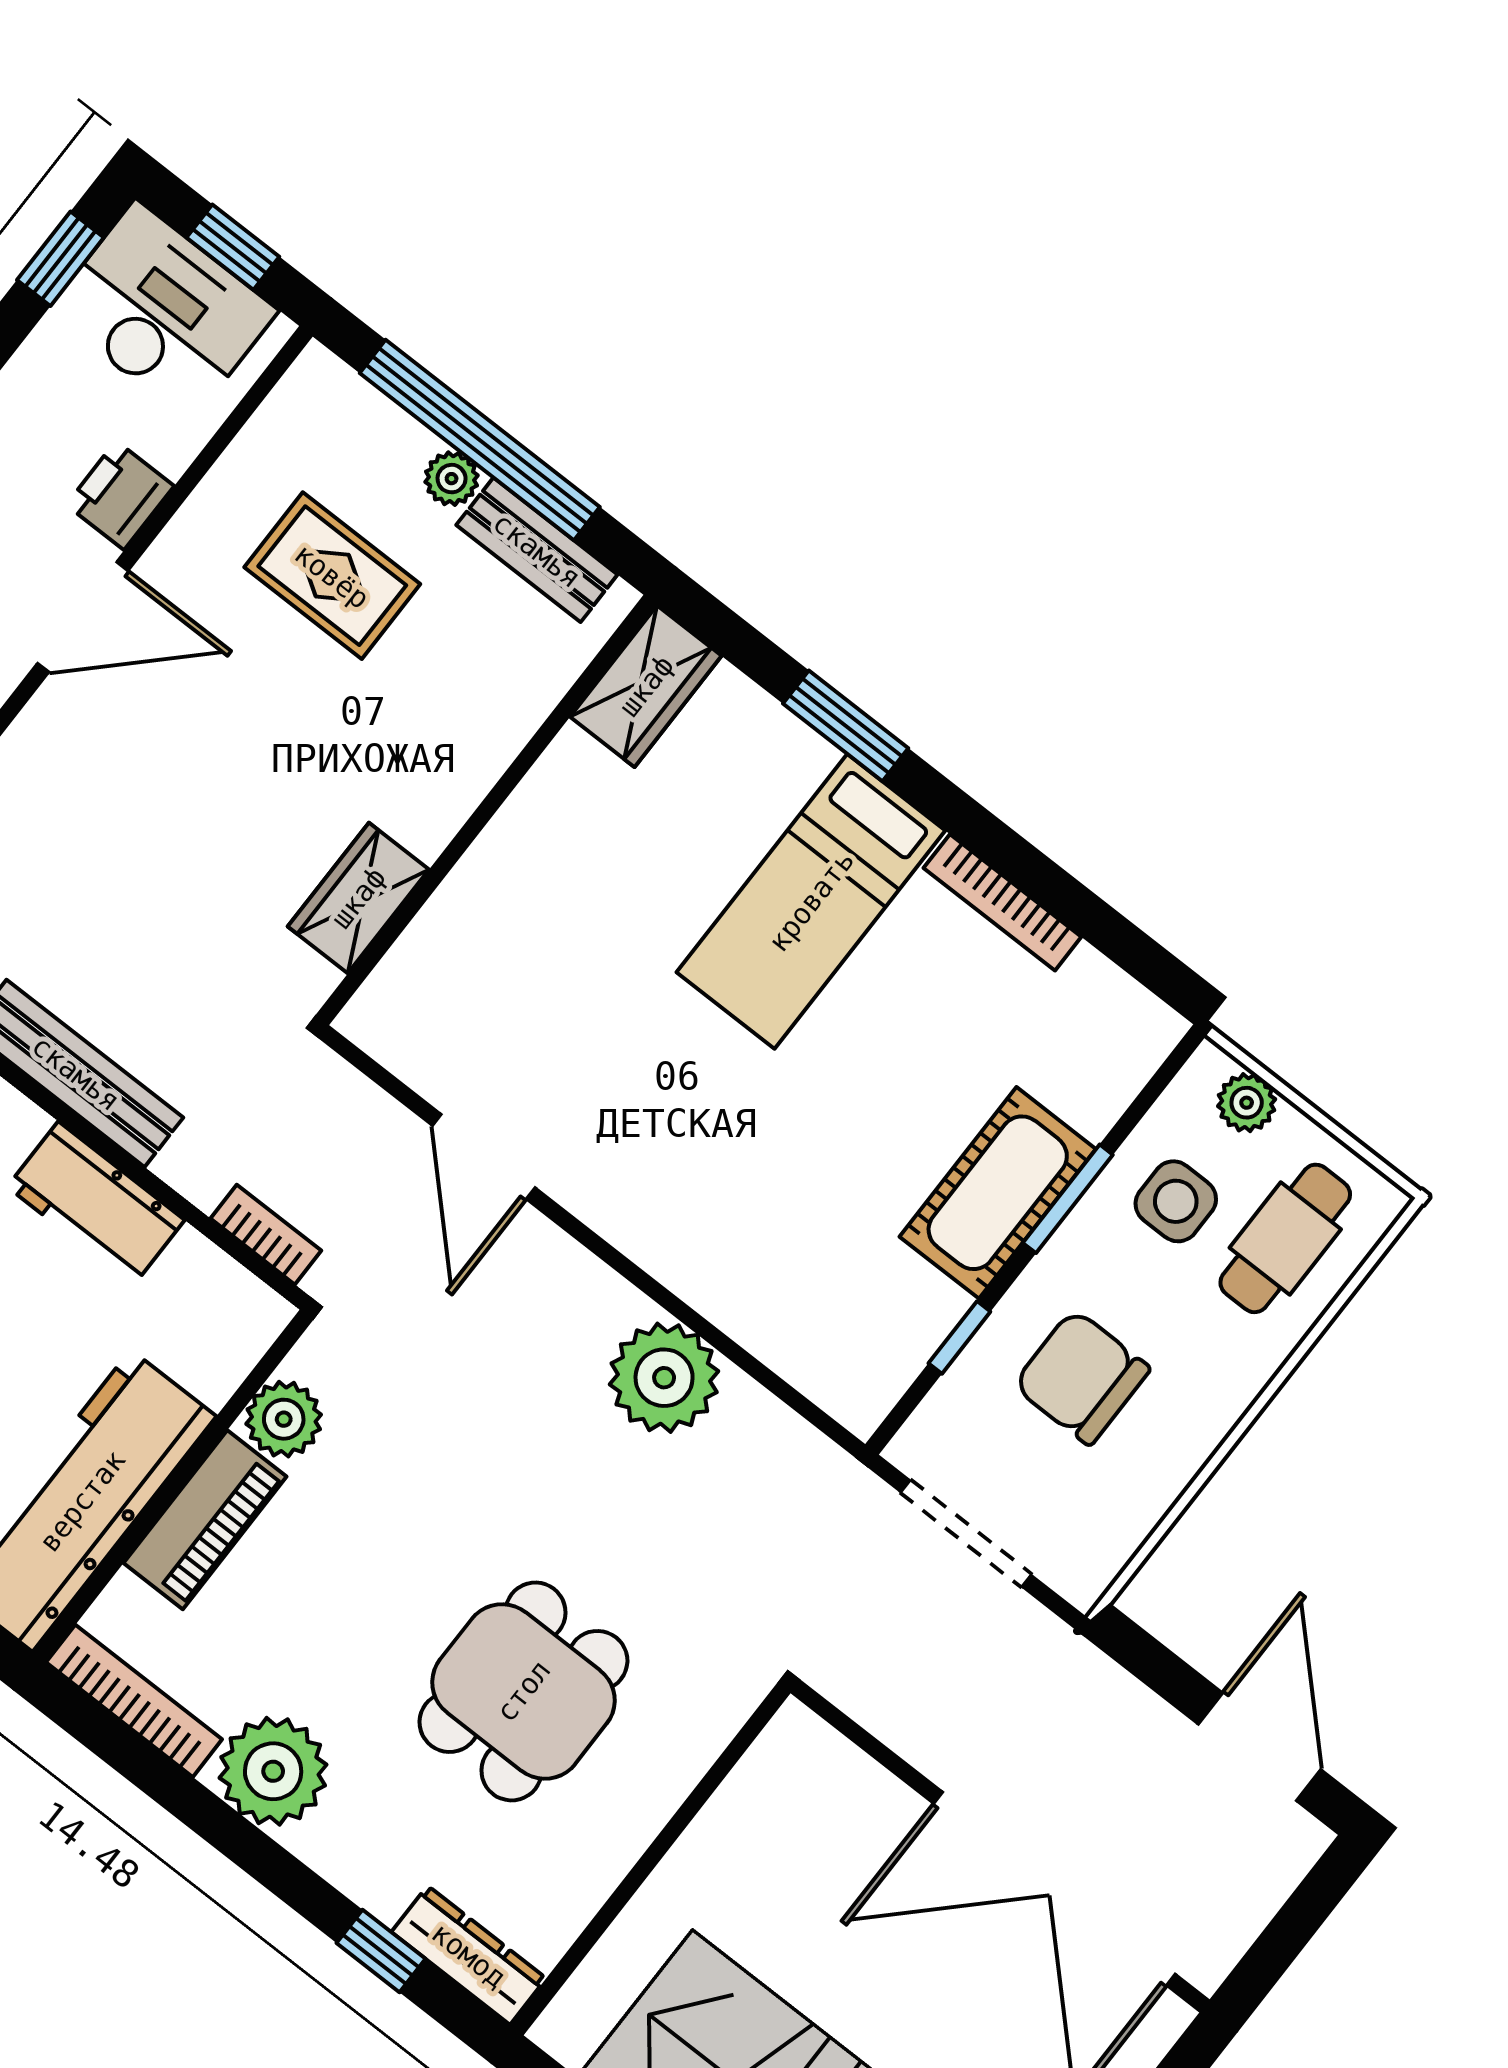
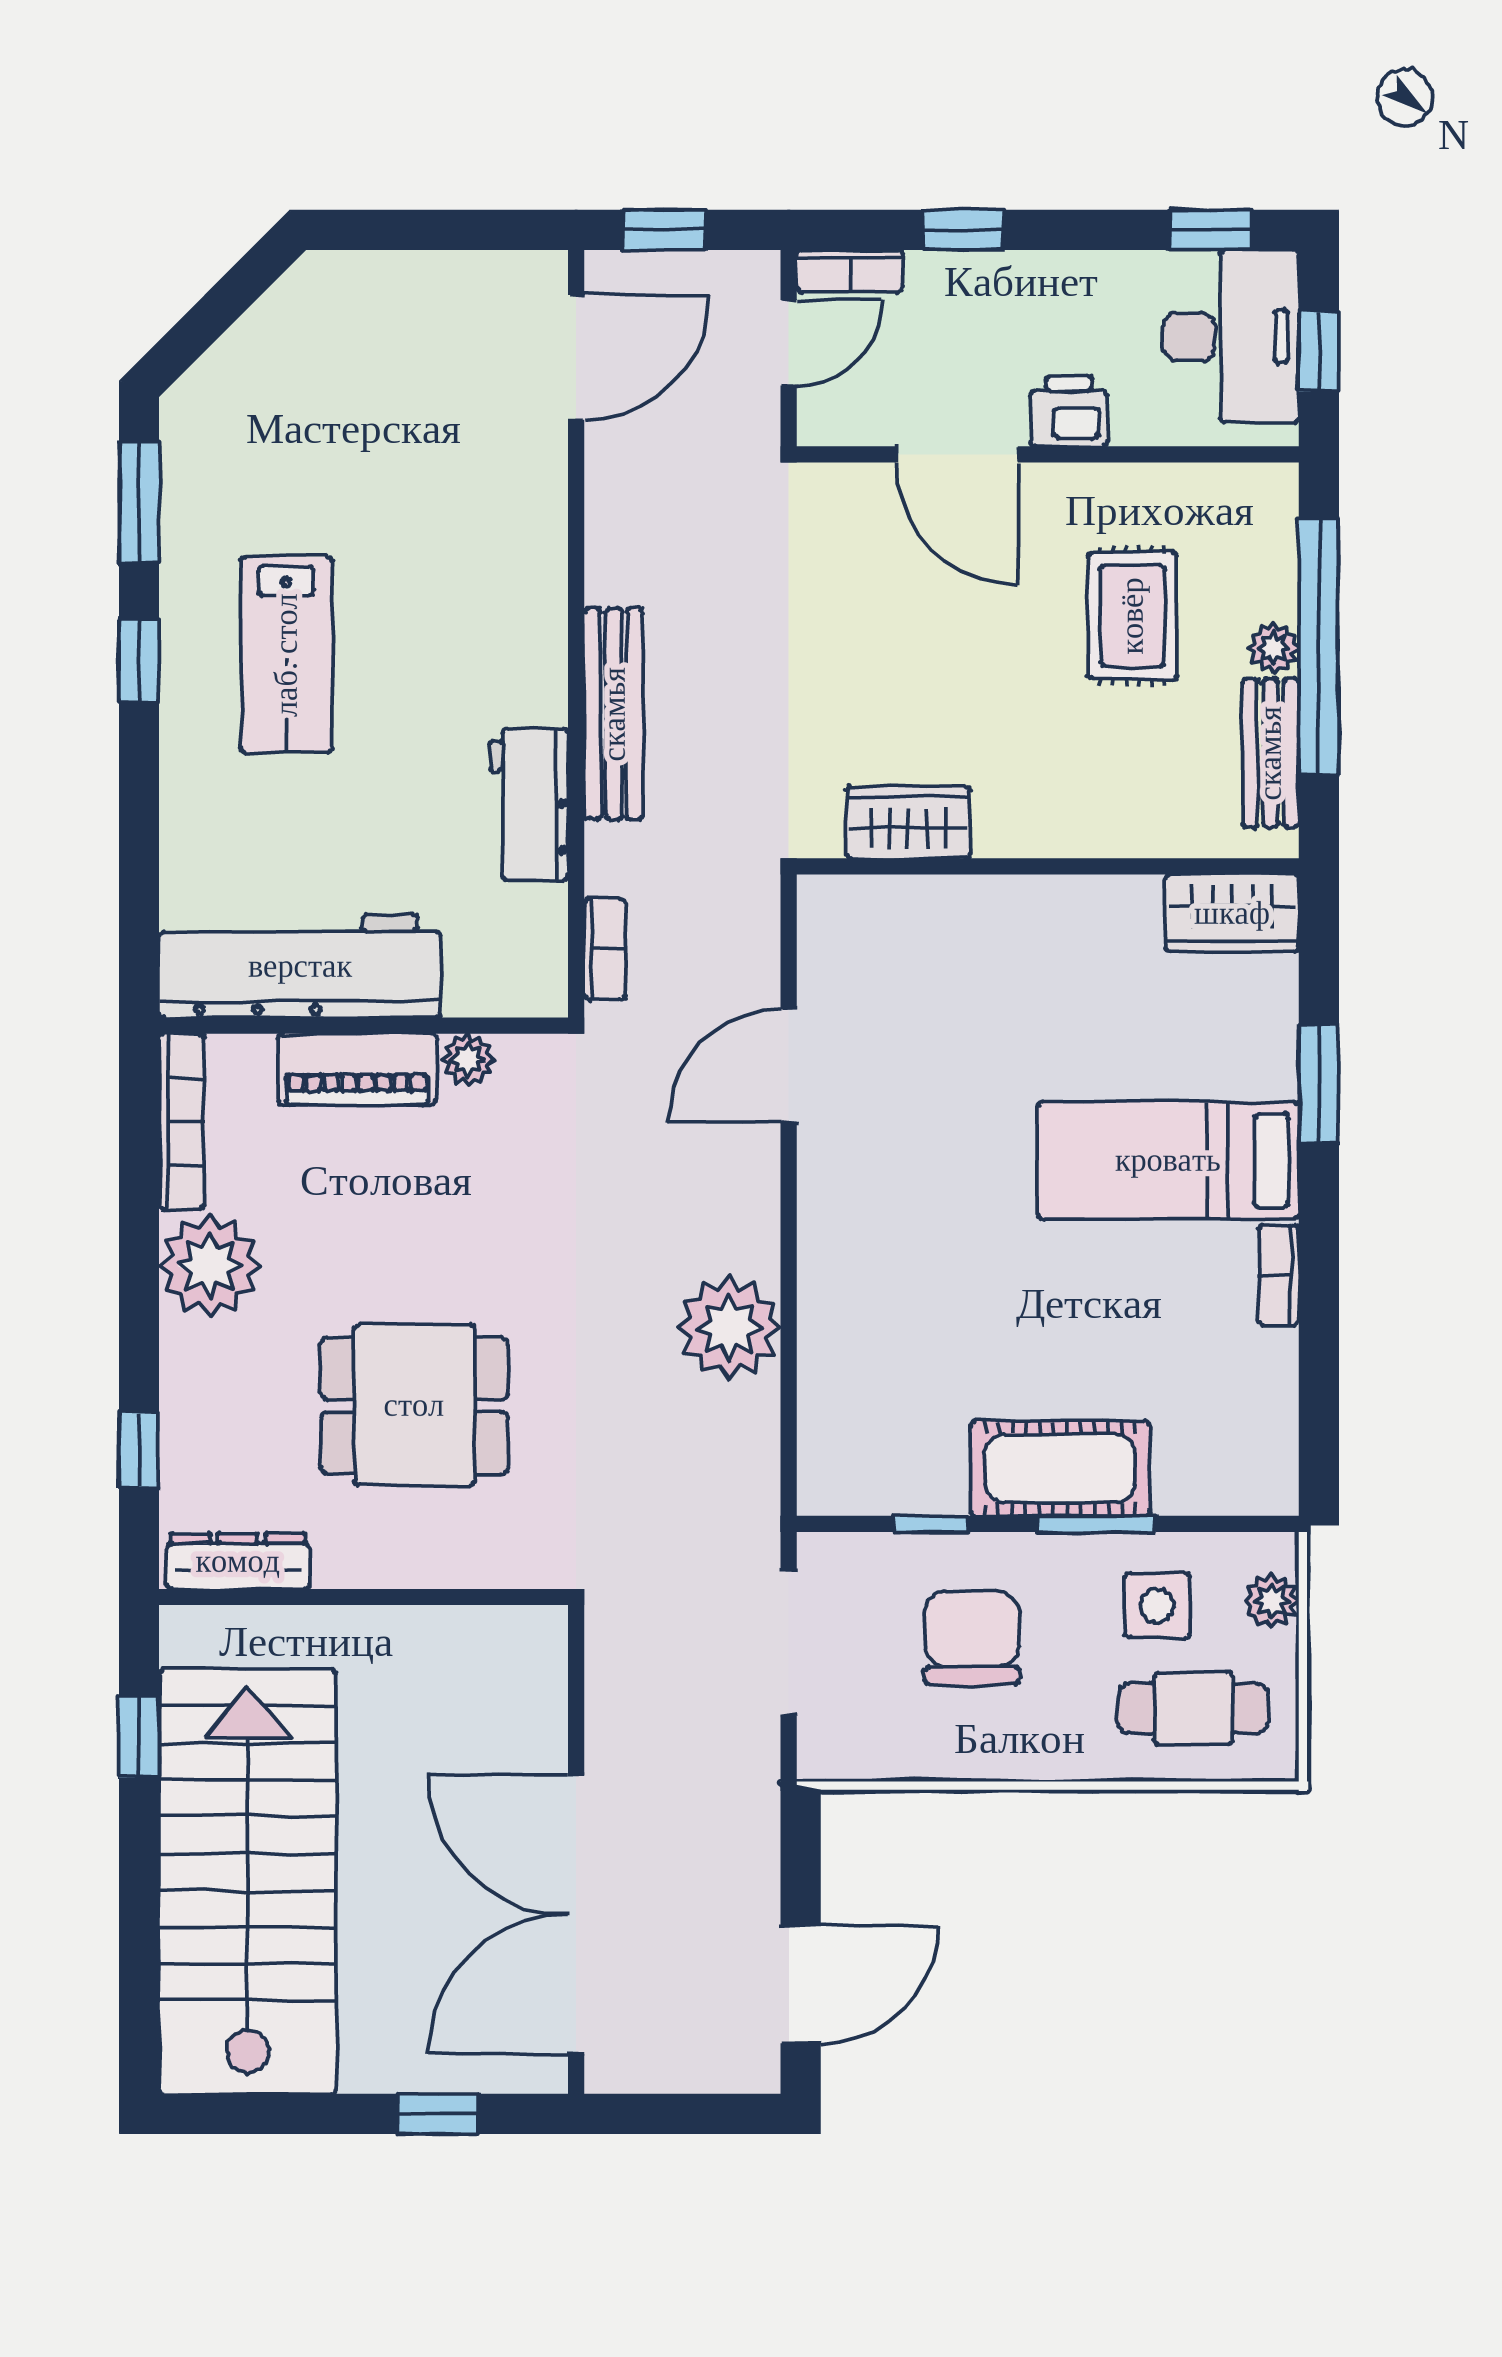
bookcase: (1002, 902) -> (1279, 1275), width x0.64
plant: (284, 1419) -> (468, 1060), width x0.73, depth x0.73
dresser: (469, 1955) -> (238, 1561), moved, turned -90

